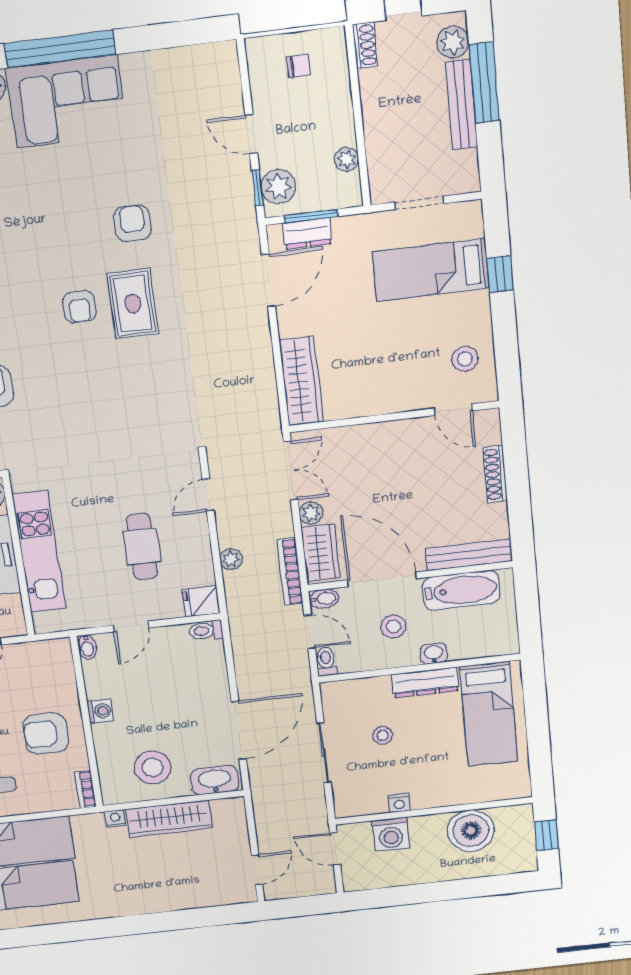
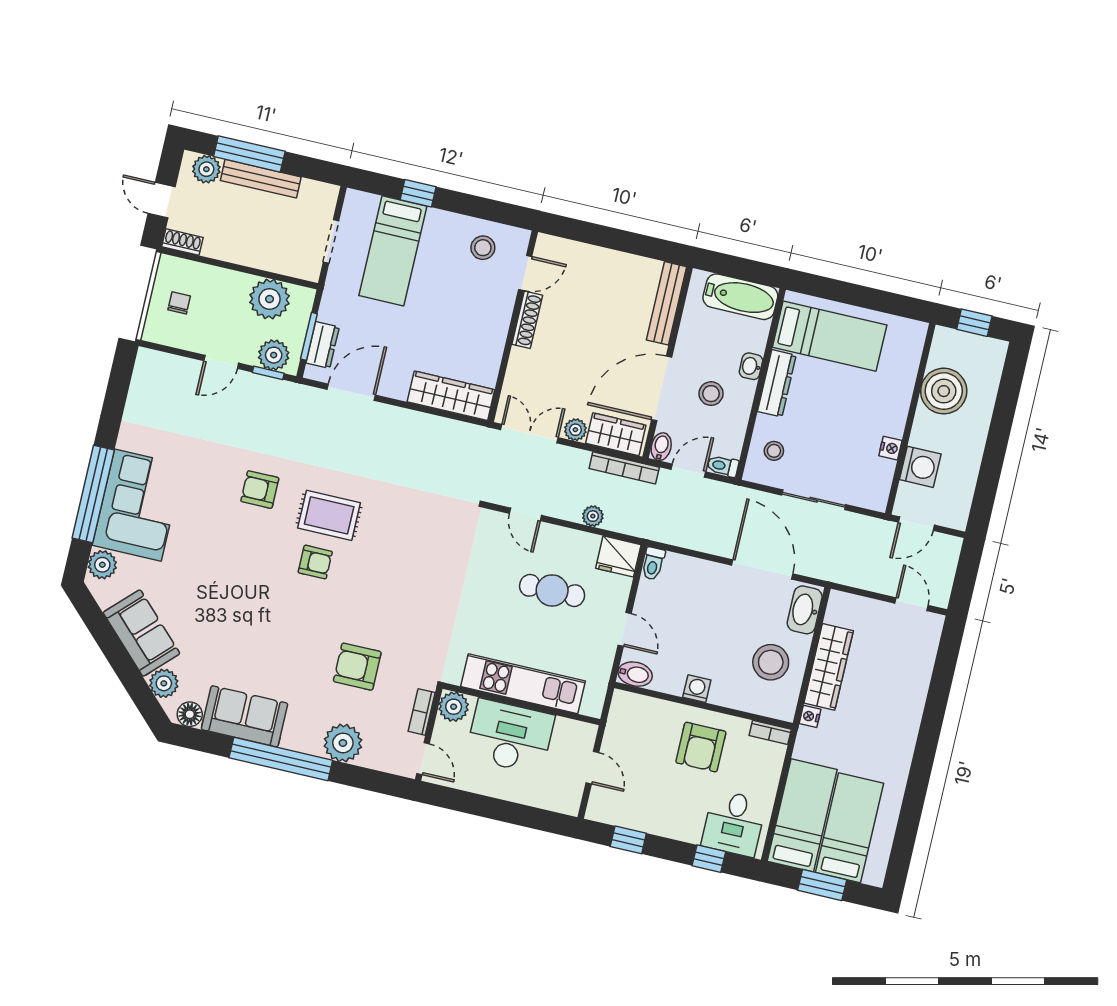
plant: (347, 159) -> (270, 299), width x1.88, depth x1.88
door: (268, 280) -> (351, 392), hinge flipped
shoe rack: (495, 474) -> (527, 320), moved, turned -90
bathtub: (461, 590) -> (740, 297), moved, turned 90
fridge: (201, 602) -> (618, 556), width x1.38
bidet: (87, 647) -> (635, 674), width x1.38, depth x1.36
stool: (383, 735) -> (774, 451), moved

